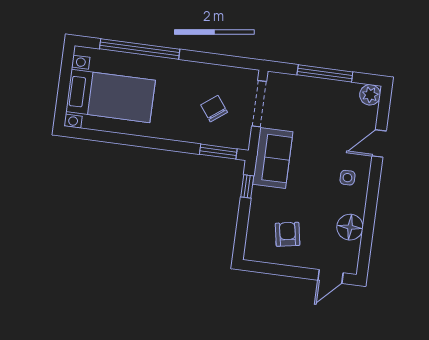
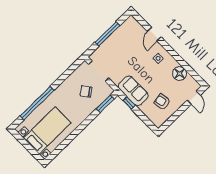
plant: (370, 95) -> (131, 22), removed
sofa: (273, 158) -> (133, 91), moved

